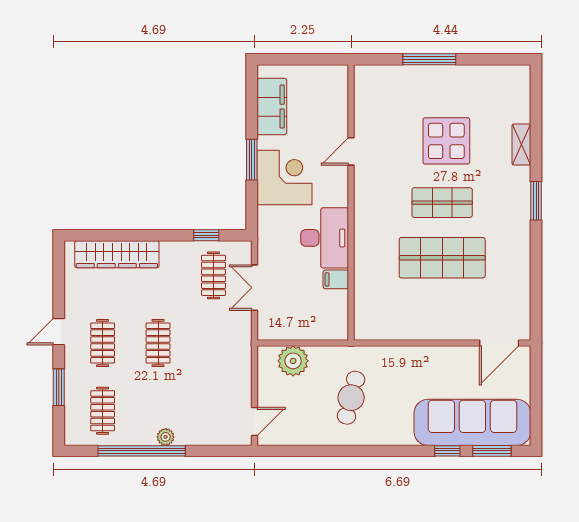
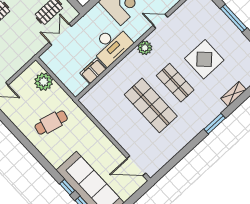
plant: (366, 200) -> (145, 48), added
filing cabinet: (336, 279) -> (93, 71), width x2.00

